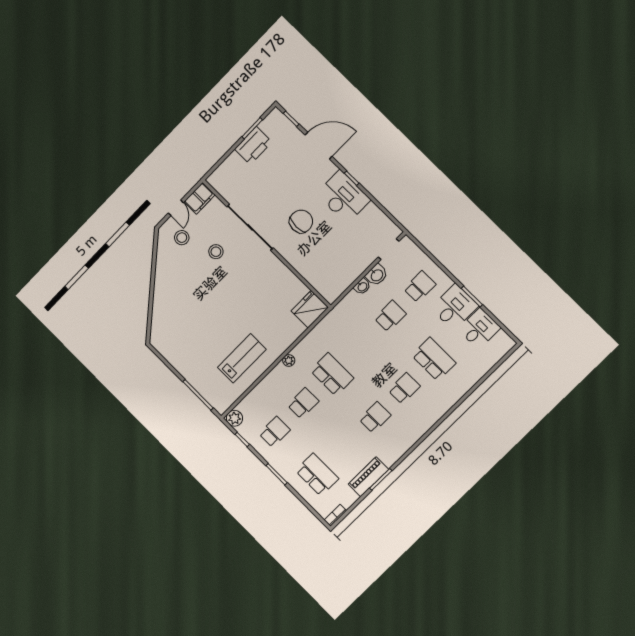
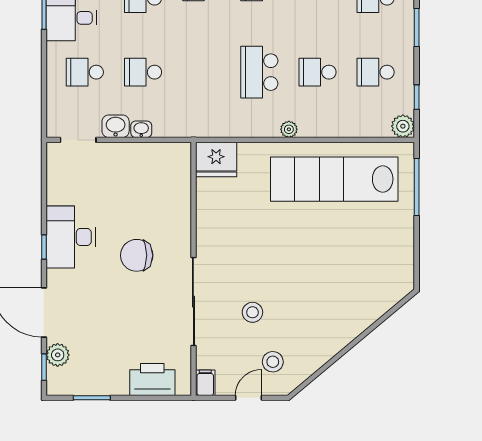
plant: (290, 132) -> (58, 355), added
printer: (253, 146) -> (152, 379), moved
filing cabinet: (199, 198) -> (205, 383), width x0.50
lab bench: (242, 358) -> (334, 179), width x1.86, depth x1.39

